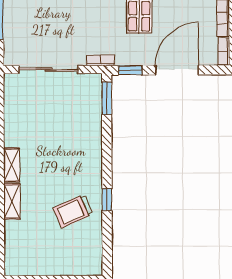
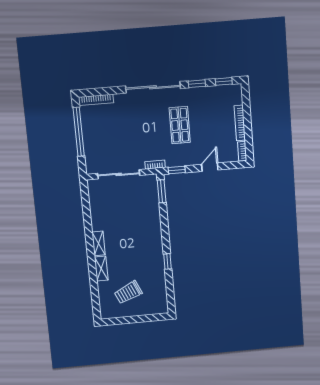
door: (177, 70) -> (210, 167), width x0.53
trolley: (73, 211) -> (128, 292), moved

